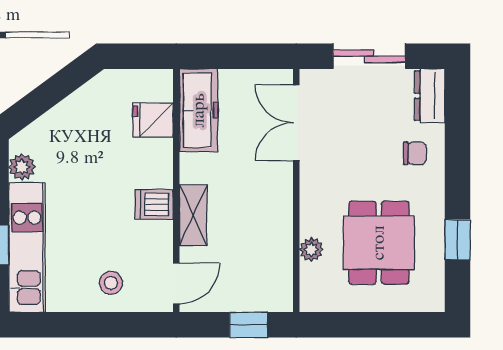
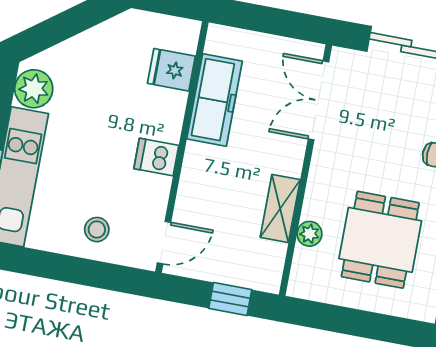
freezer: (199, 110) -> (215, 100), moved
plant: (22, 167) -> (34, 89), width x1.38, depth x1.38
shelving: (193, 215) -> (280, 208), moved

